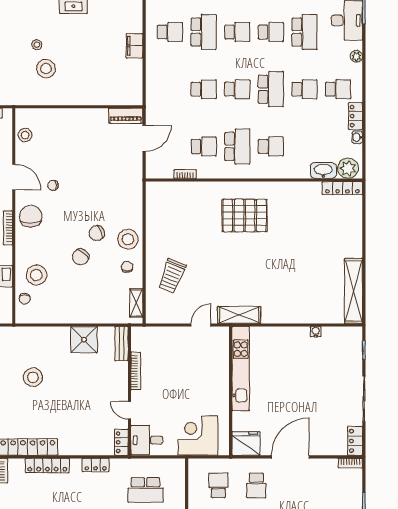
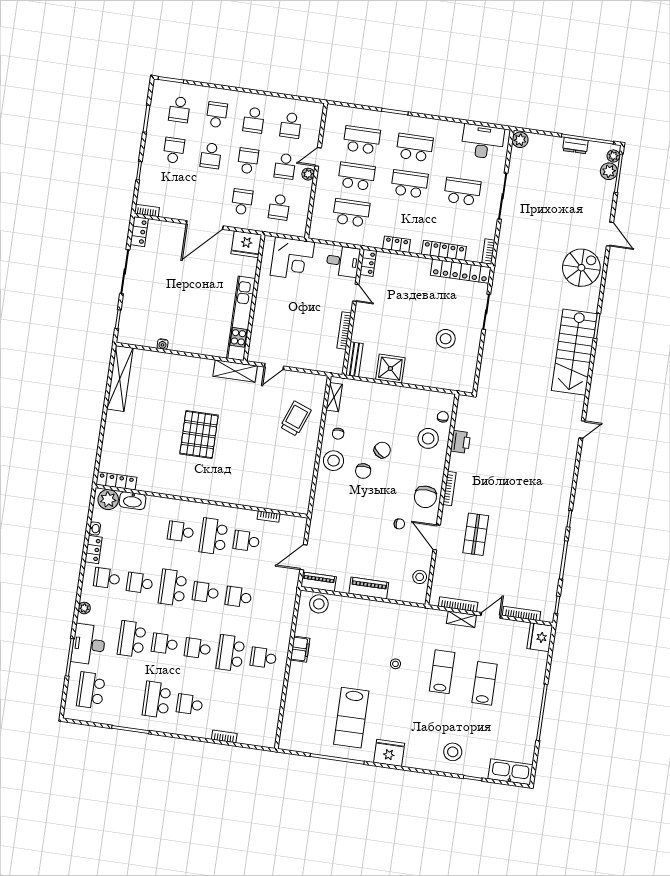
stool: (46, 69) -> (319, 604), moved
piano: (74, 117) -> (369, 588), added
pallet: (245, 215) -> (199, 435), moved, turned 90
chair: (97, 233) -> (363, 471), turned 110

